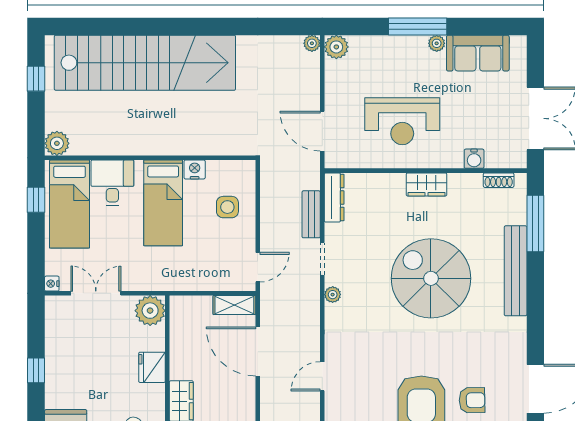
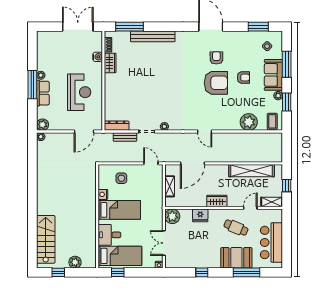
row of seats: (400, 48) -> (43, 93), added
sofa: (478, 53) -> (46, 55), removed
stairs: (145, 63) -> (46, 239), width x0.54, depth x0.66
plant: (57, 143) -> (75, 262), moved
wardrobe: (427, 184) -> (110, 63), moved
spiral stairs: (431, 278) -> (156, 78), removed
shelving: (234, 305) -> (170, 186), moved

